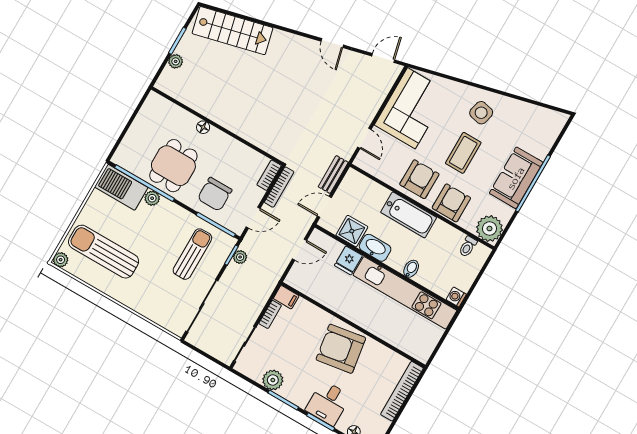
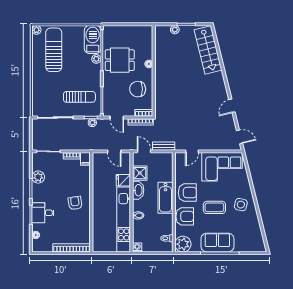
chair: (215, 194) -> (138, 89), moved
armchair: (341, 349) -> (75, 203), width x0.53, depth x0.53

